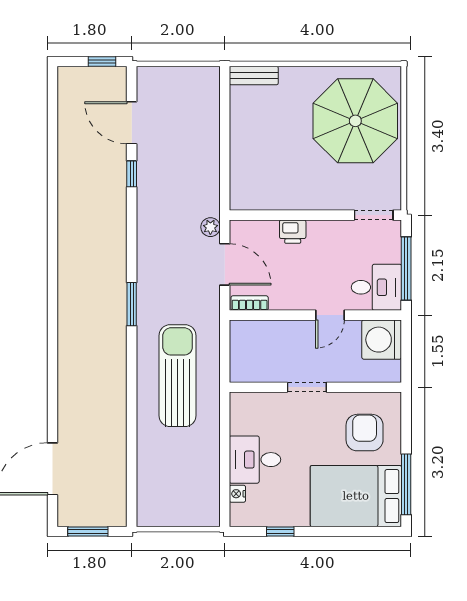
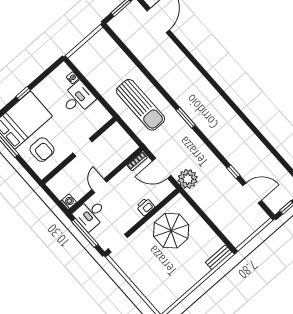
parasol: (355, 121) -> (171, 231), moved, width x0.73, depth x0.73
plant: (210, 227) -> (188, 179), width x1.88, depth x1.88
washing machine: (382, 340) -> (69, 202), width x0.53, depth x0.53
window: (280, 531) -> (23, 93), moved

